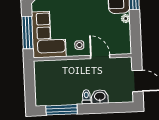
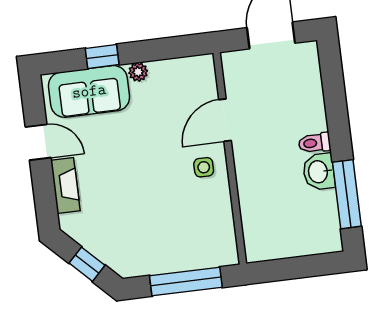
corner sofa: (49, 34) -> (186, 235), removed
washbasin: (100, 97) -> (319, 172), moved

